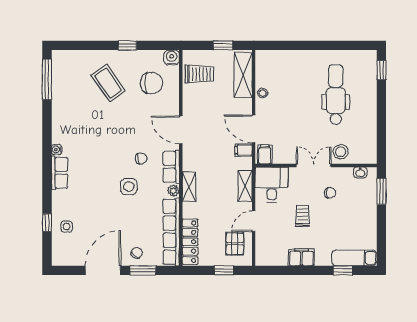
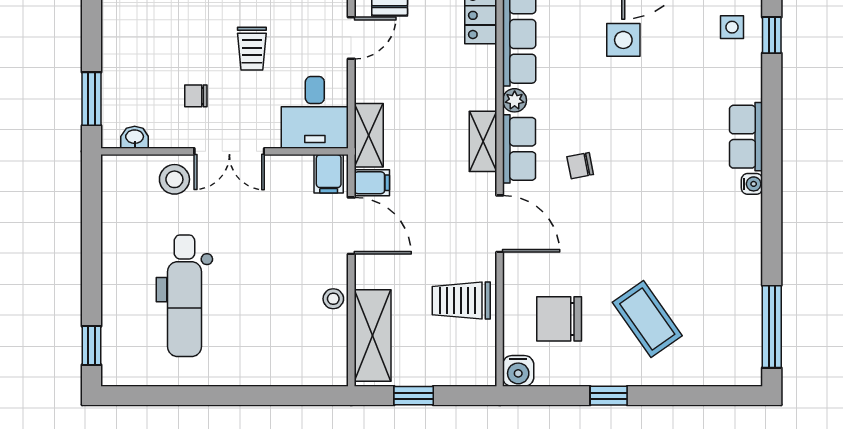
trolley: (200, 74) -> (461, 301), moved
side table: (129, 186) -> (623, 40), moved
shelving: (245, 186) -> (369, 135), moved
shelving: (189, 187) -> (483, 141), moved

